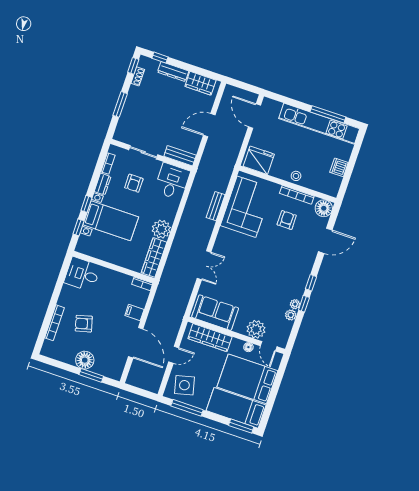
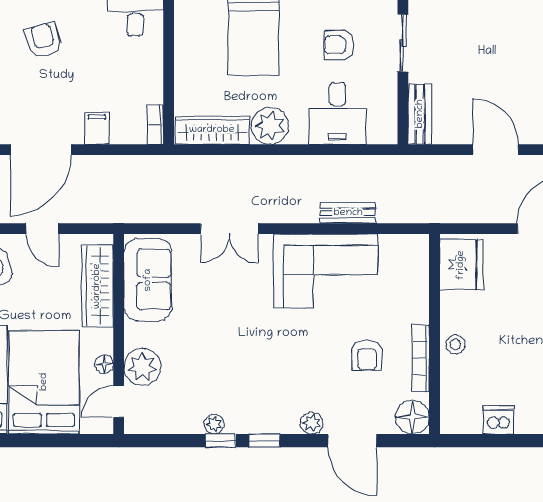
desk: (172, 181) -> (337, 113), moved, turned 90
corner sofa: (246, 207) -> (325, 271), moved
armchair: (287, 220) -> (367, 355), turned 90
plant: (291, 315) -> (312, 423), moved

